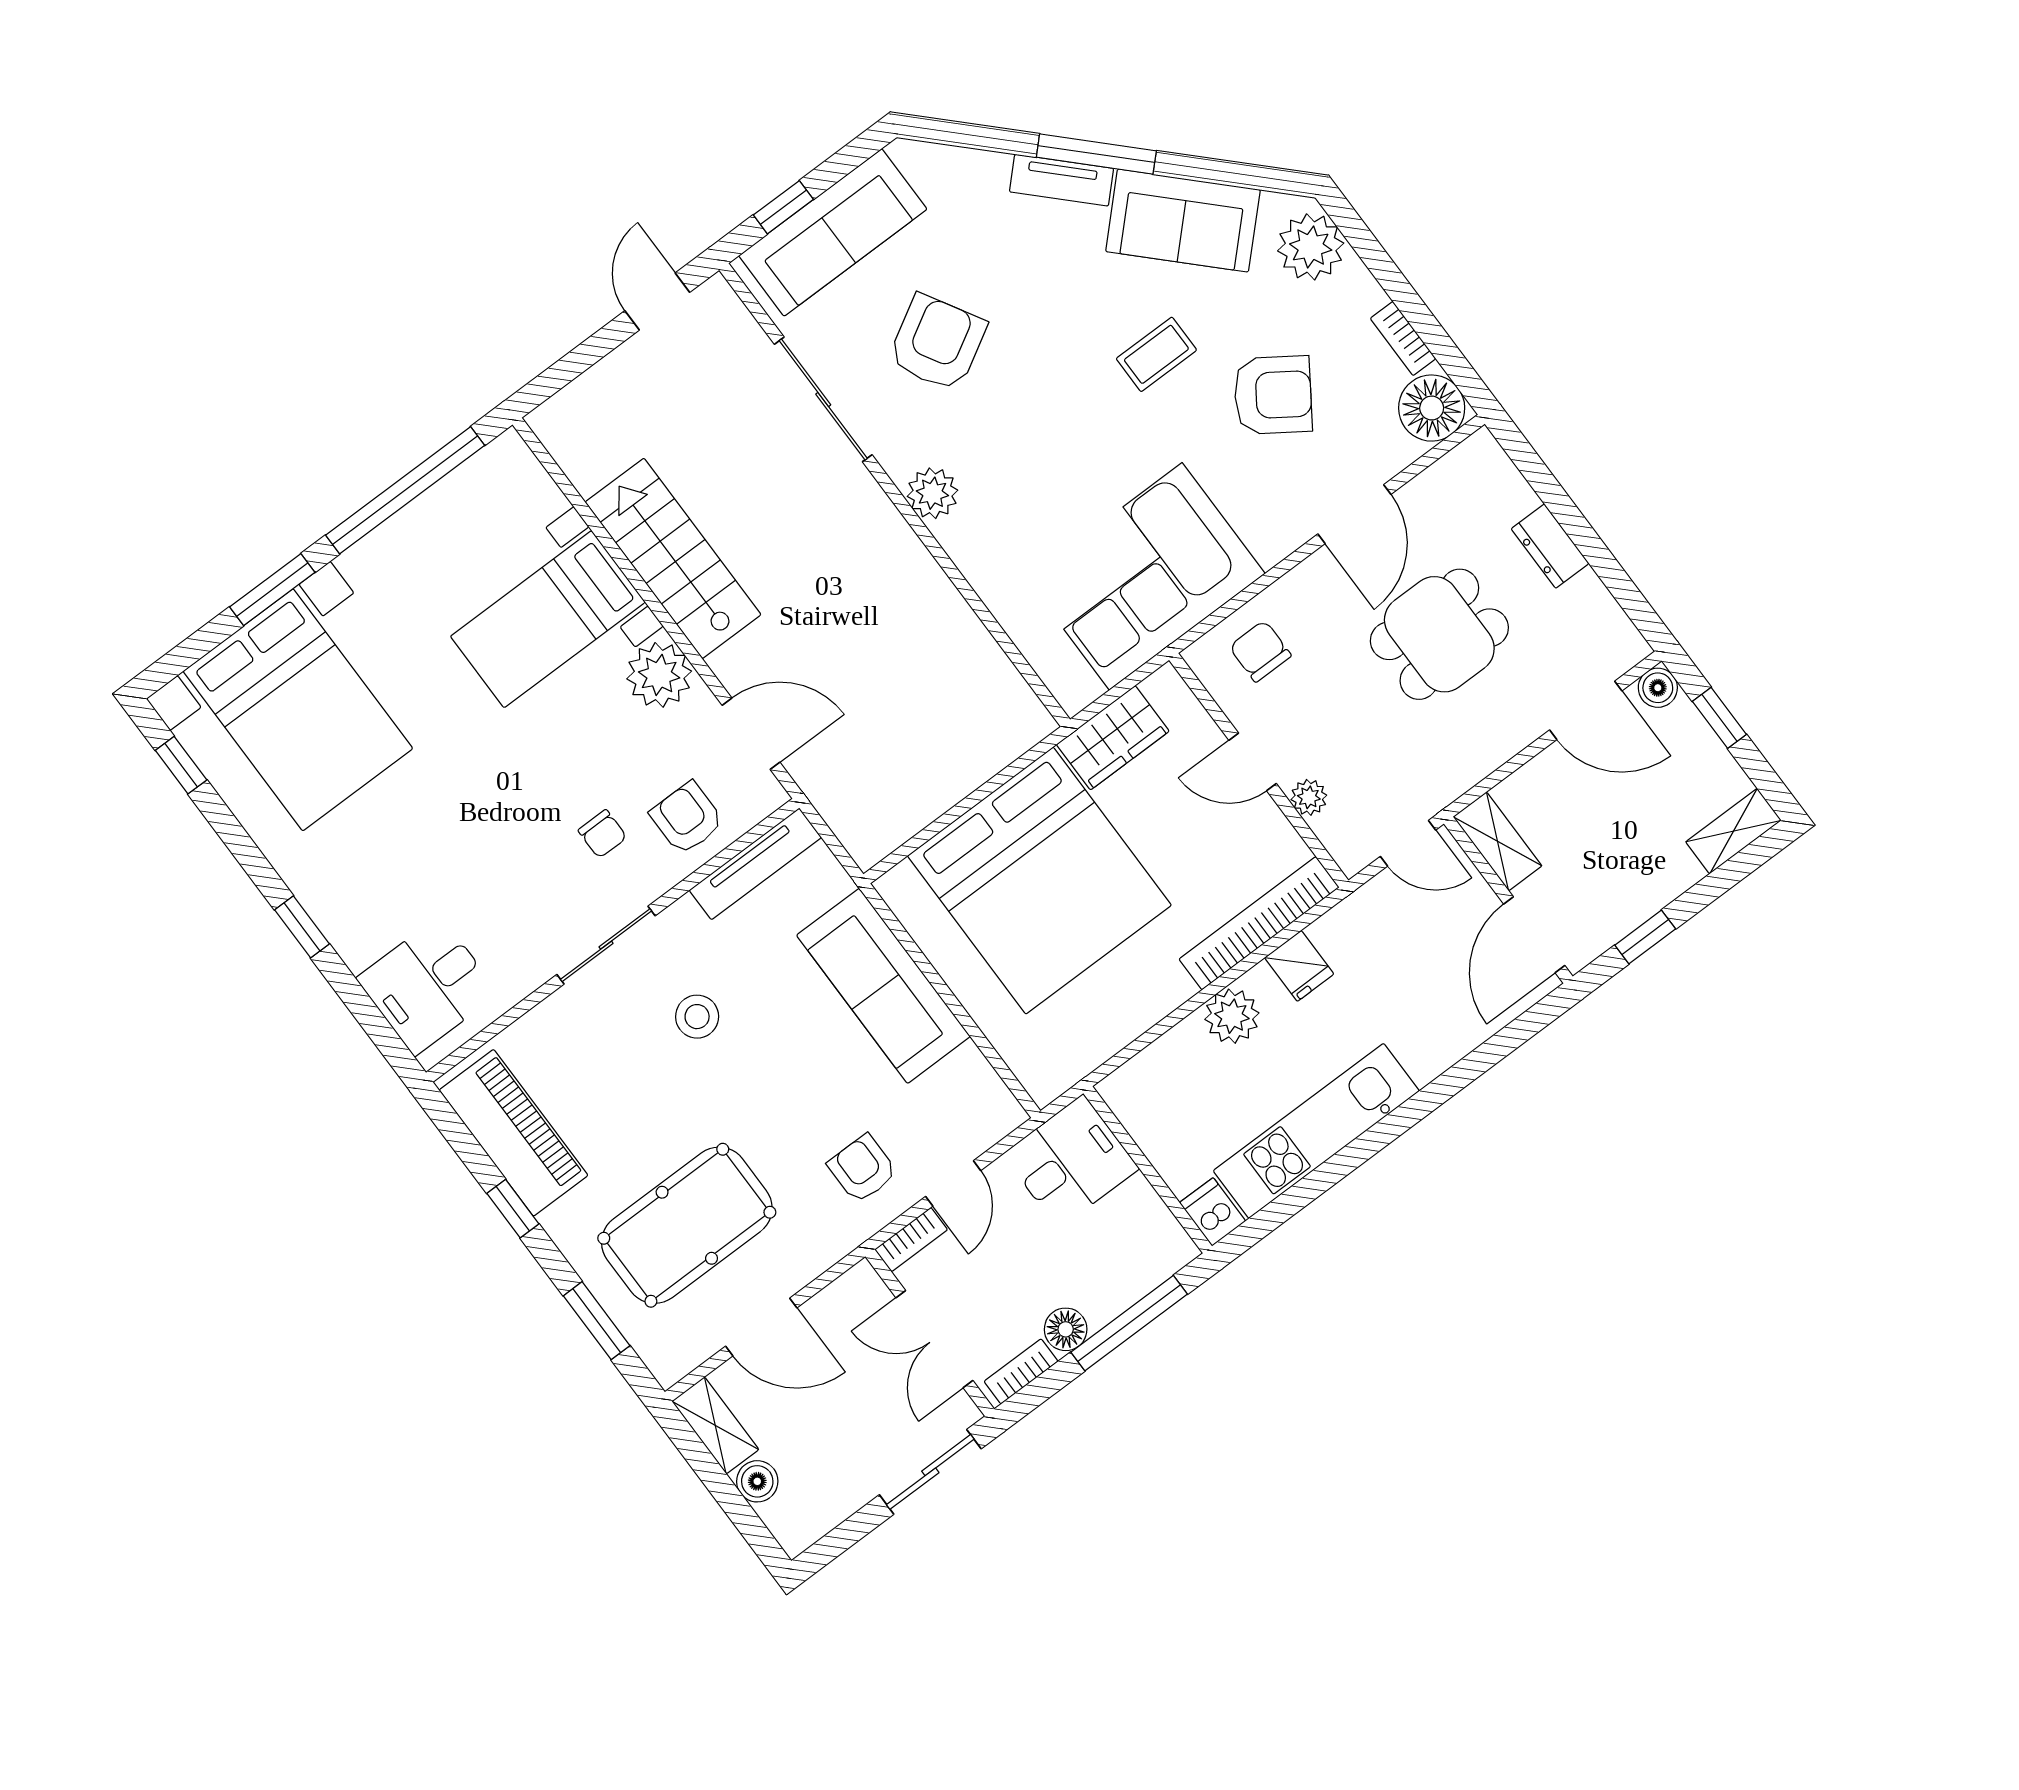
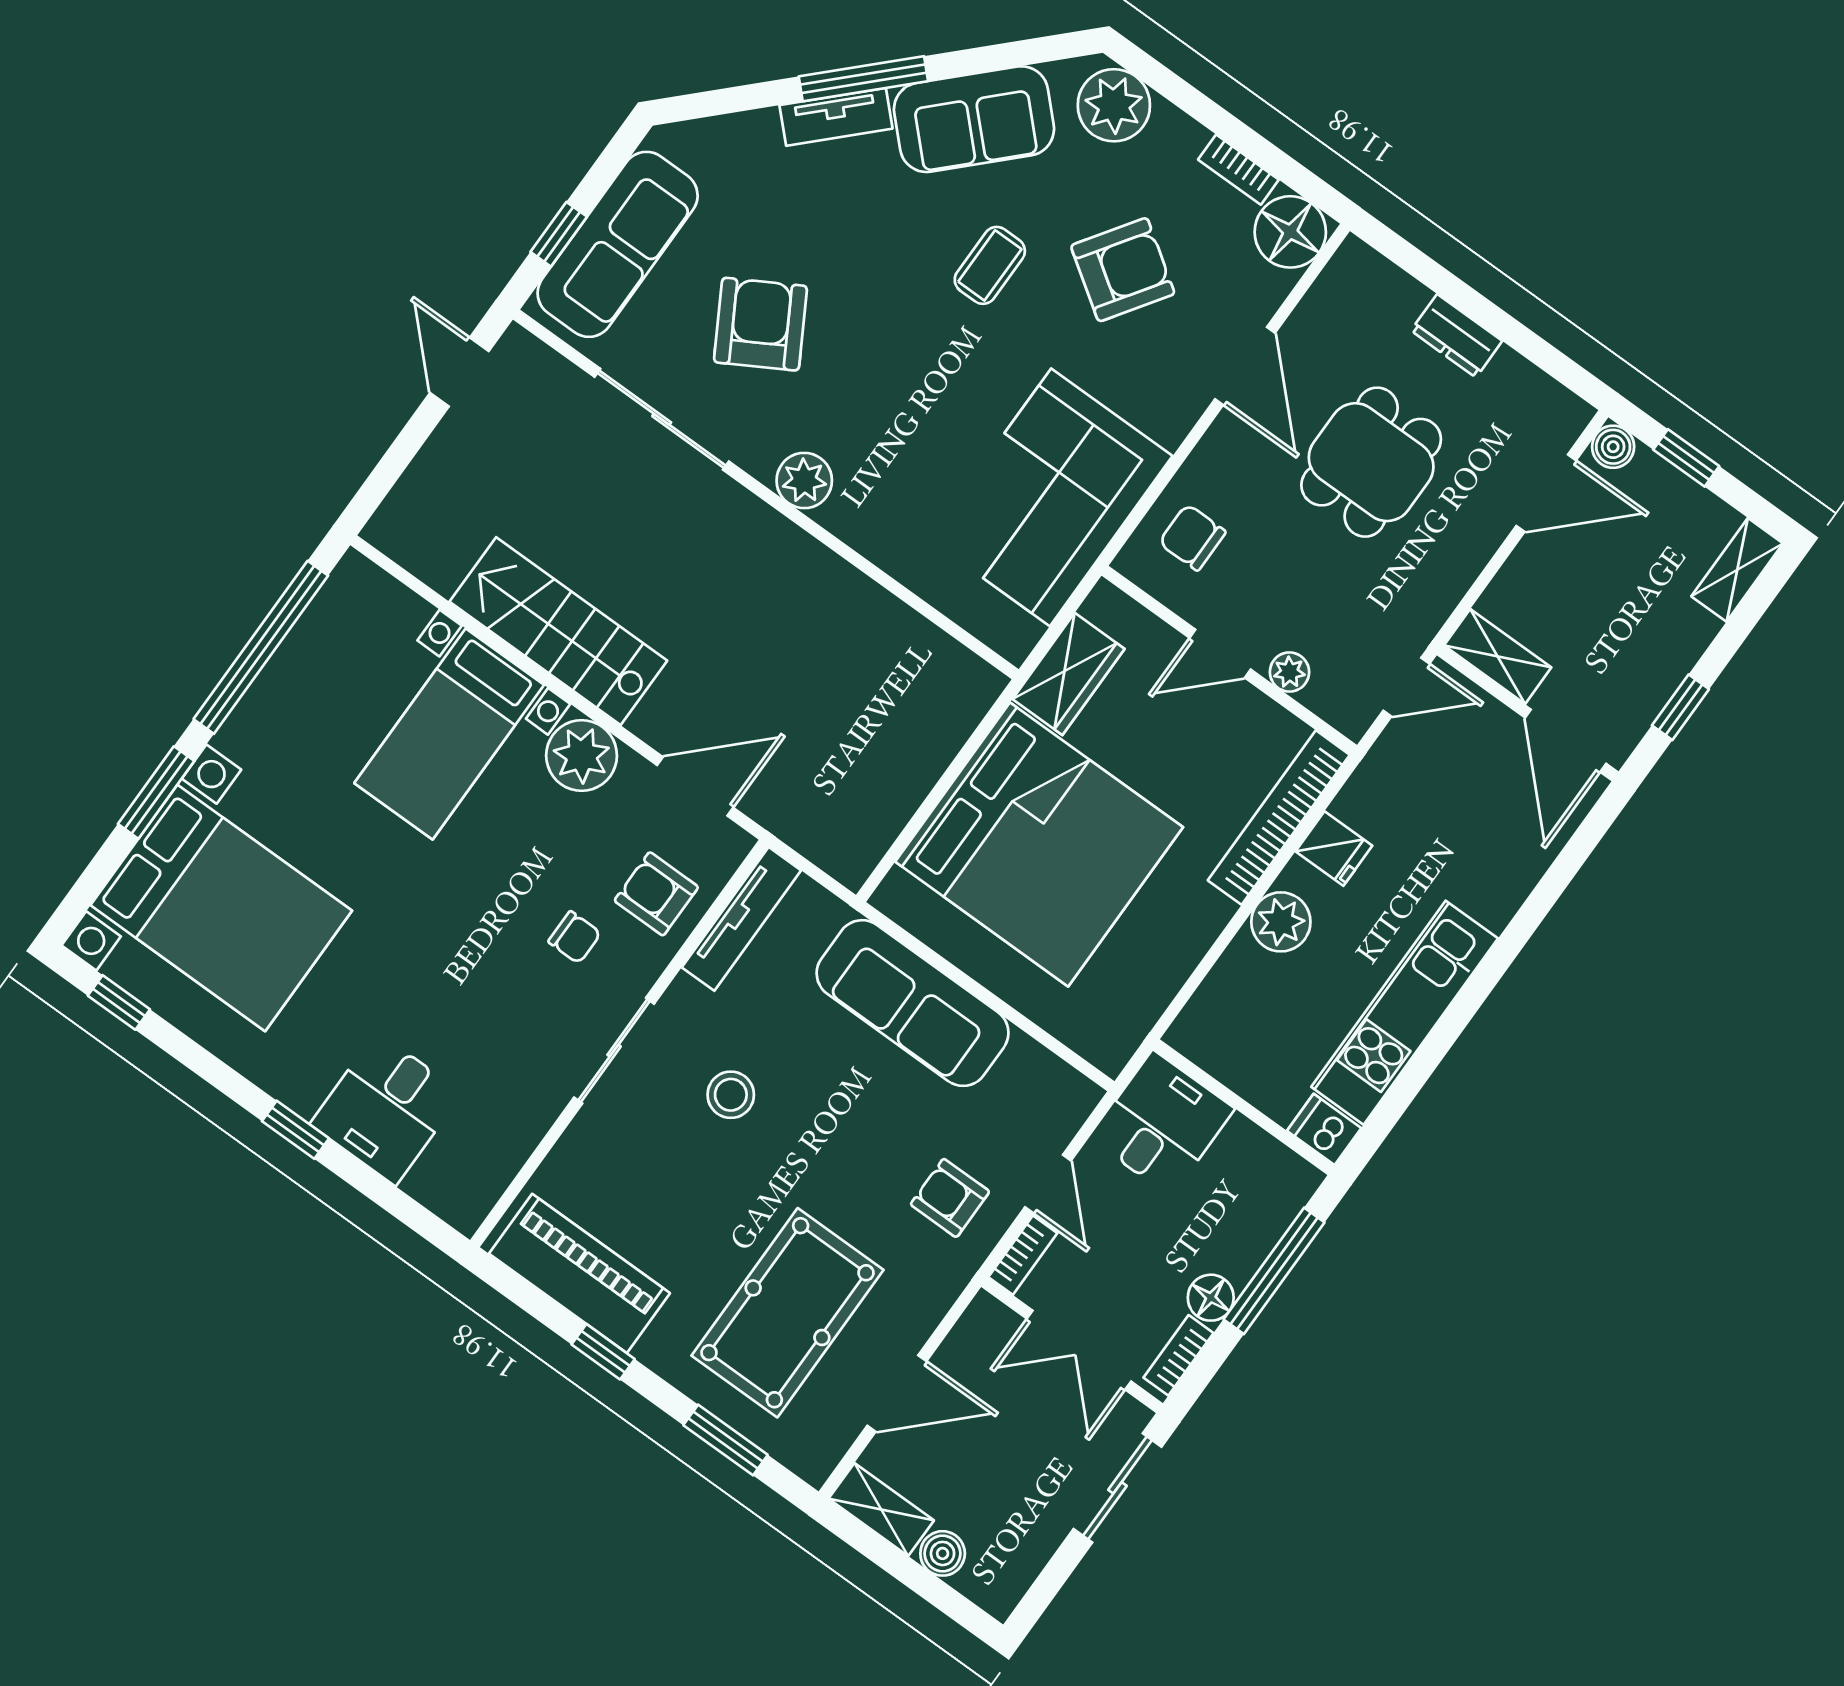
desk: (428, 986) -> (386, 1109), moved

